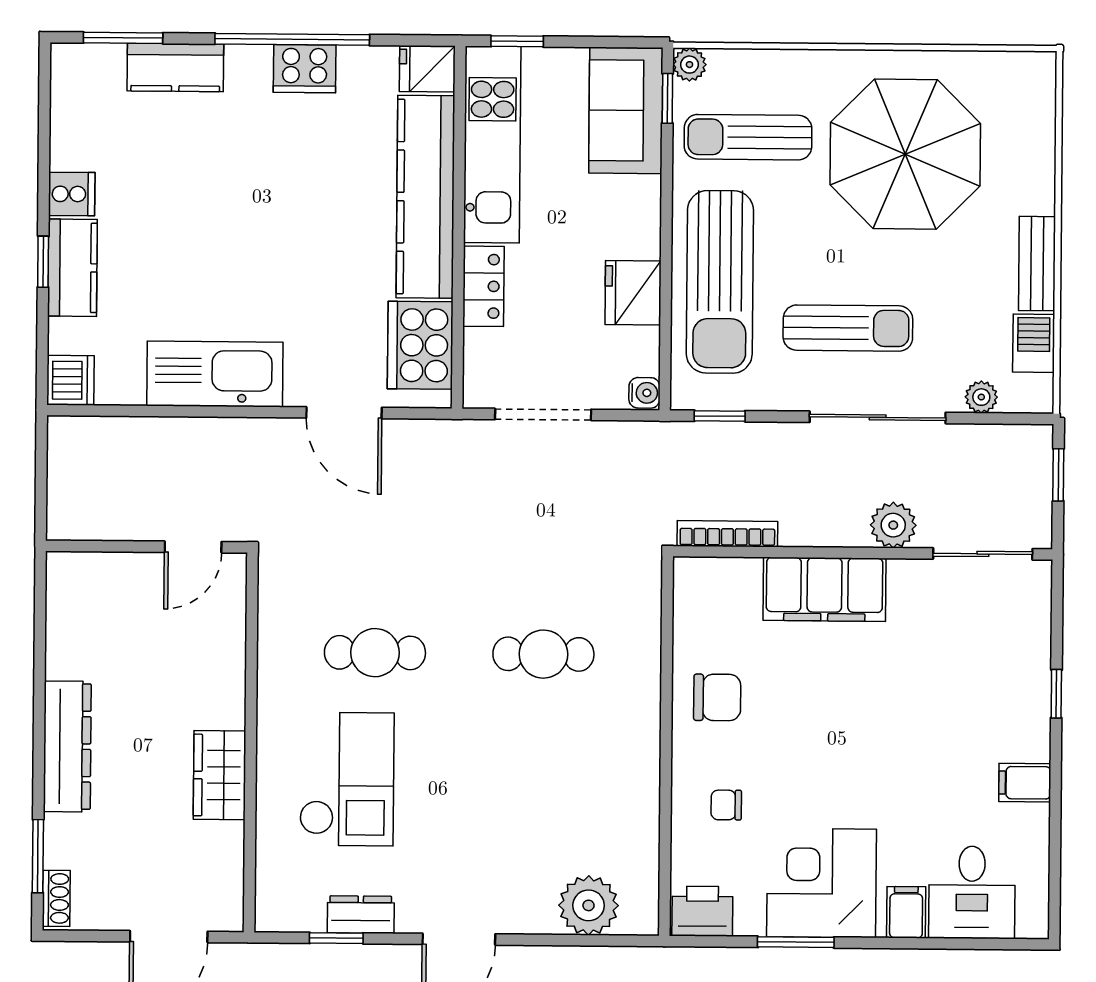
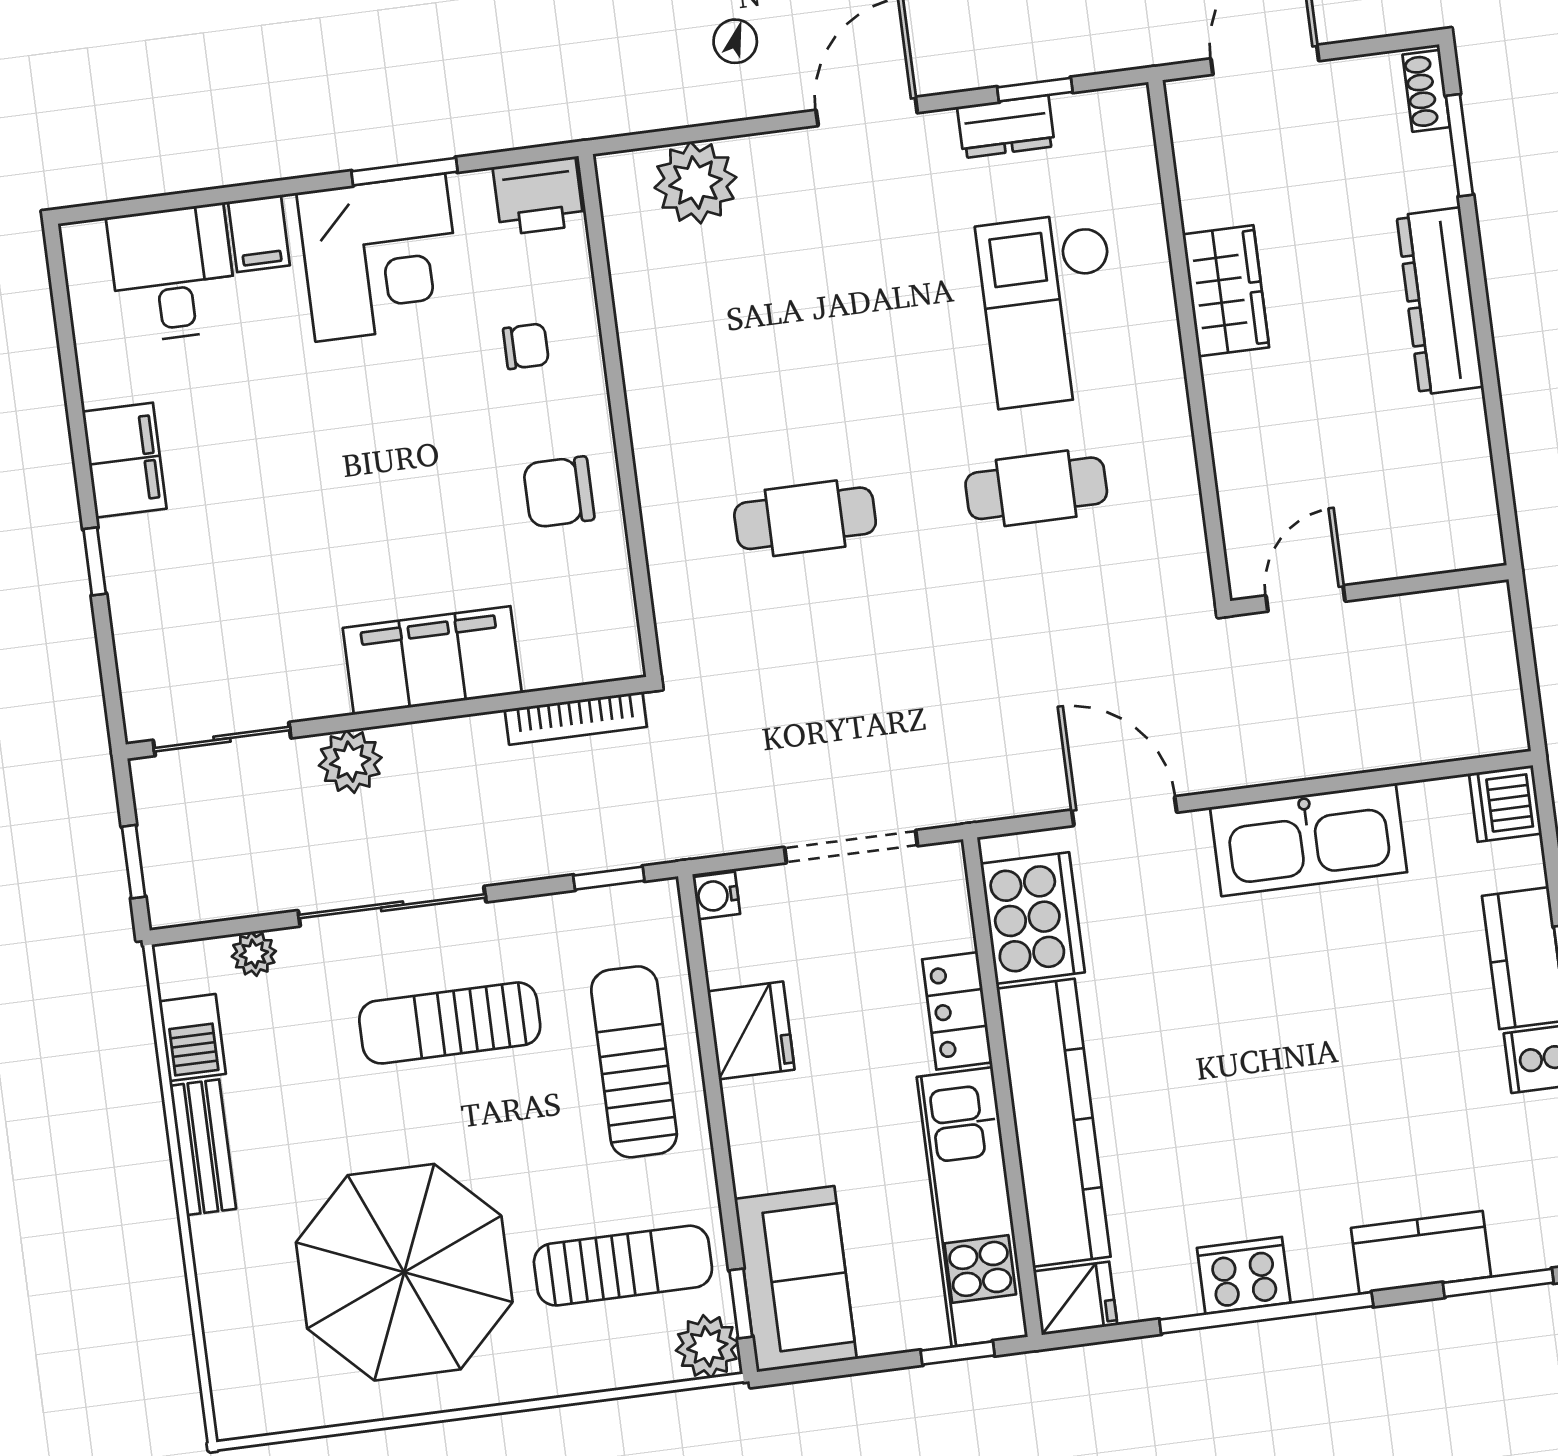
plant: (689, 65) -> (707, 1346), width x1.38, depth x1.38
sun lounger: (720, 282) -> (634, 1062), width x0.73, depth x0.75
filing cabinet: (1025, 783) -> (124, 460), width x2.00

